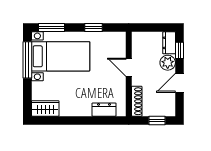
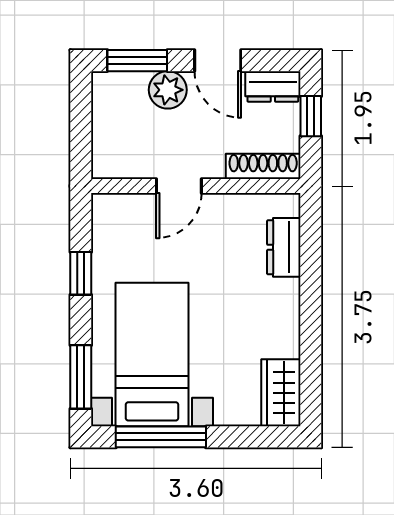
dresser: (169, 43) -> (273, 86), moved
window: (180, 50) -> (137, 61), width x1.50

